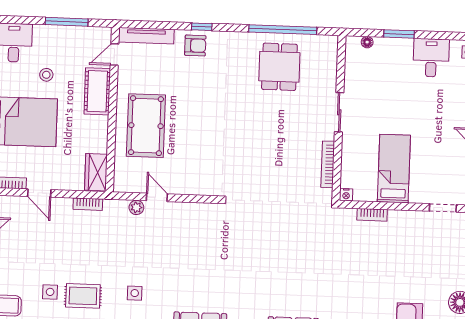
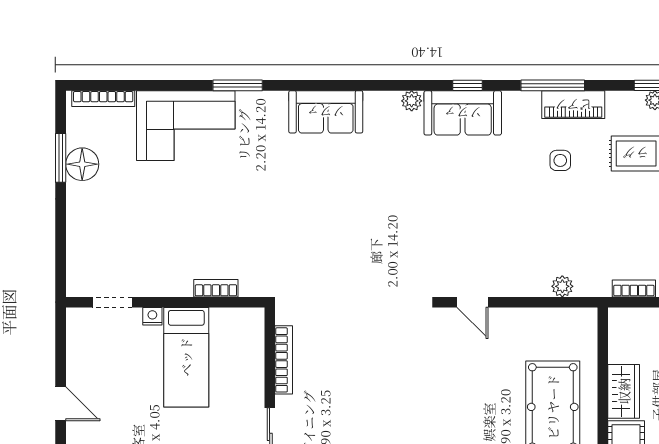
wardrobe: (96, 172) -> (624, 391), moved
nightstand: (346, 195) -> (152, 316), moved
door: (157, 197) -> (473, 302), moved

